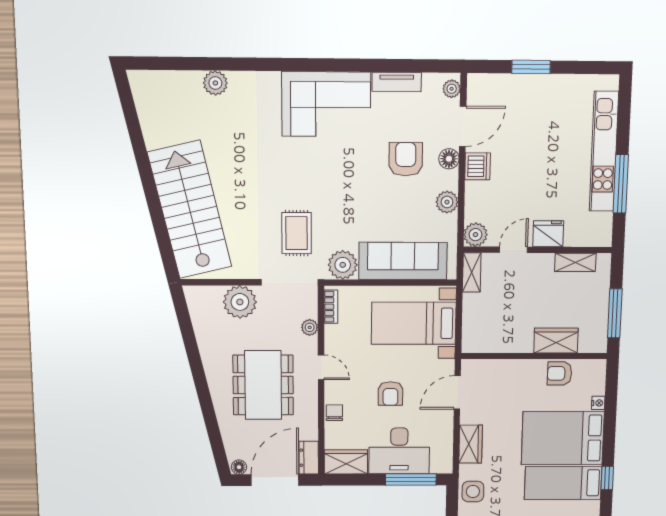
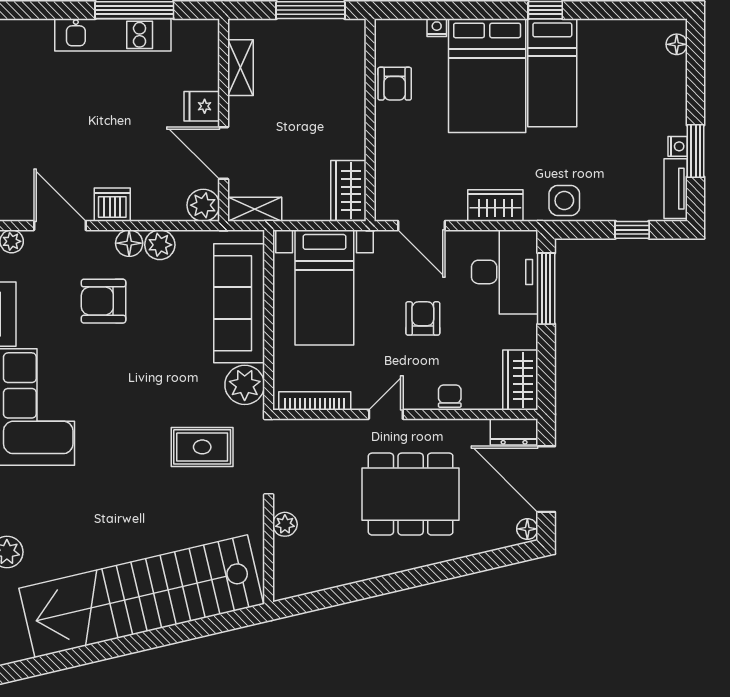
kitchen unit: (604, 152) -> (113, 35), width x0.73
floor lamp: (449, 159) -> (129, 243), moved
stairs: (190, 210) -> (141, 596), width x1.36
fridge: (548, 234) -> (202, 106), width x0.72
door: (513, 250) -> (224, 153), width x1.38
plant: (240, 302) -> (285, 524), width x0.53, depth x0.53
bookcase: (331, 307) -> (315, 401), width x1.56
plant: (310, 327) -> (330, 430), removed
wardrobe: (556, 341) -> (348, 190), moved
armchair: (390, 394) -> (423, 318), turned -90
chair: (334, 413) -> (450, 396), turned 90
desk: (399, 451) -> (505, 272), moved

